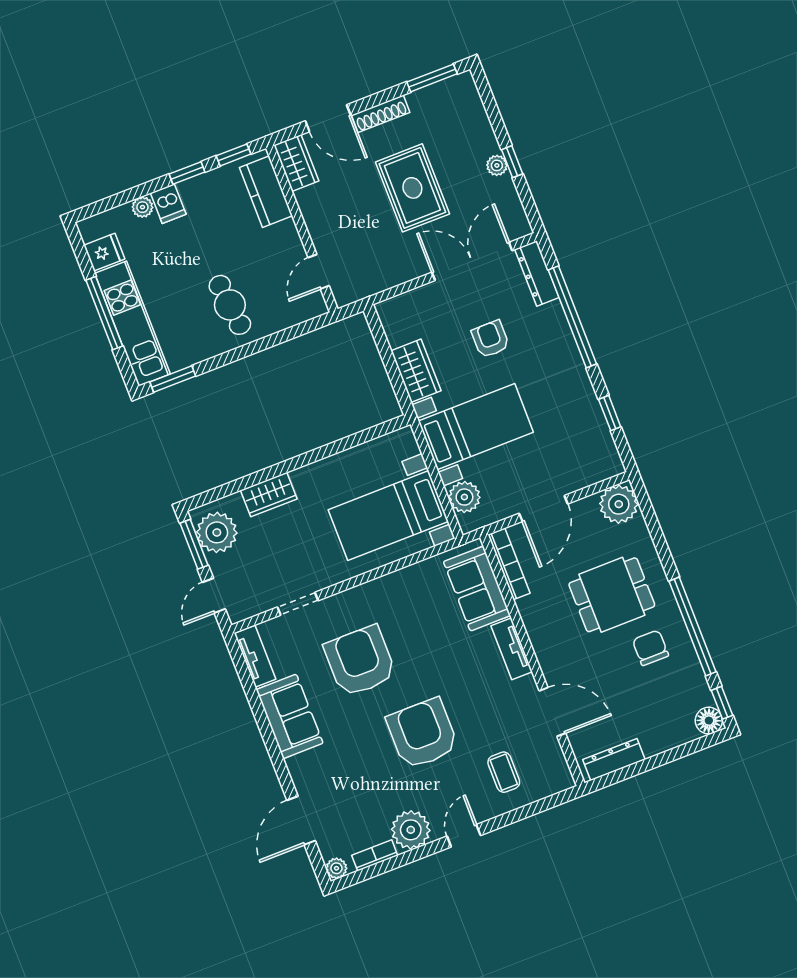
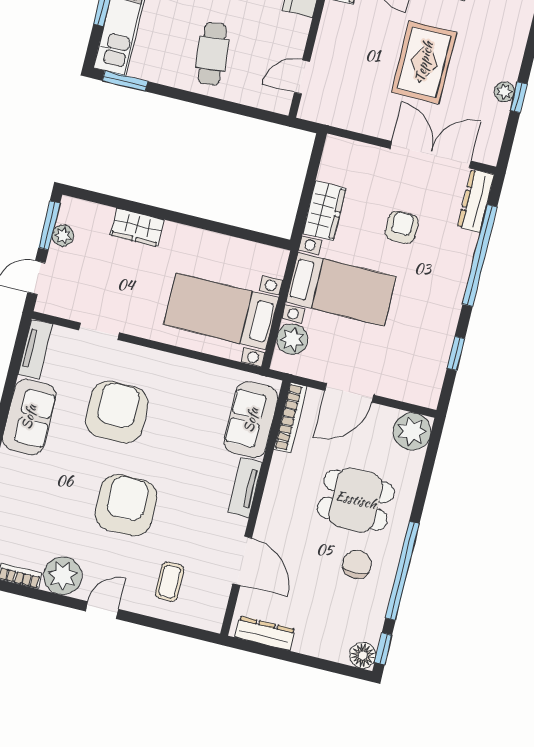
plant: (217, 532) -> (63, 235), width x0.53, depth x0.53

